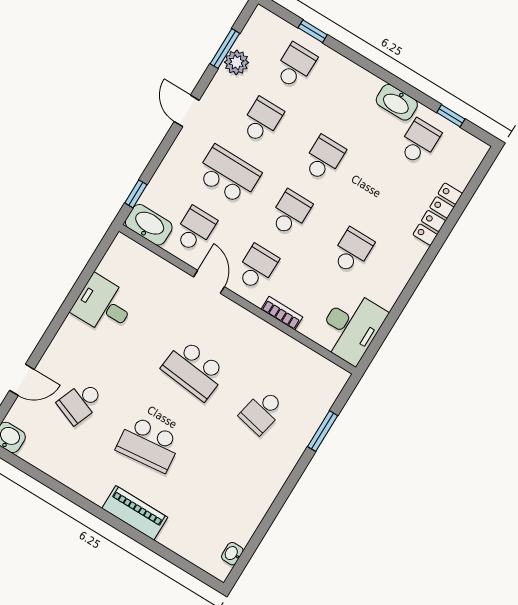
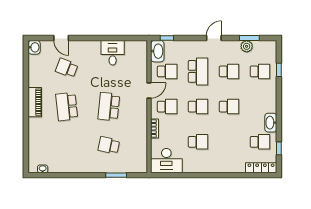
locker: (438, 214) -> (261, 168), moved
piano: (135, 513) -> (35, 102), moved

